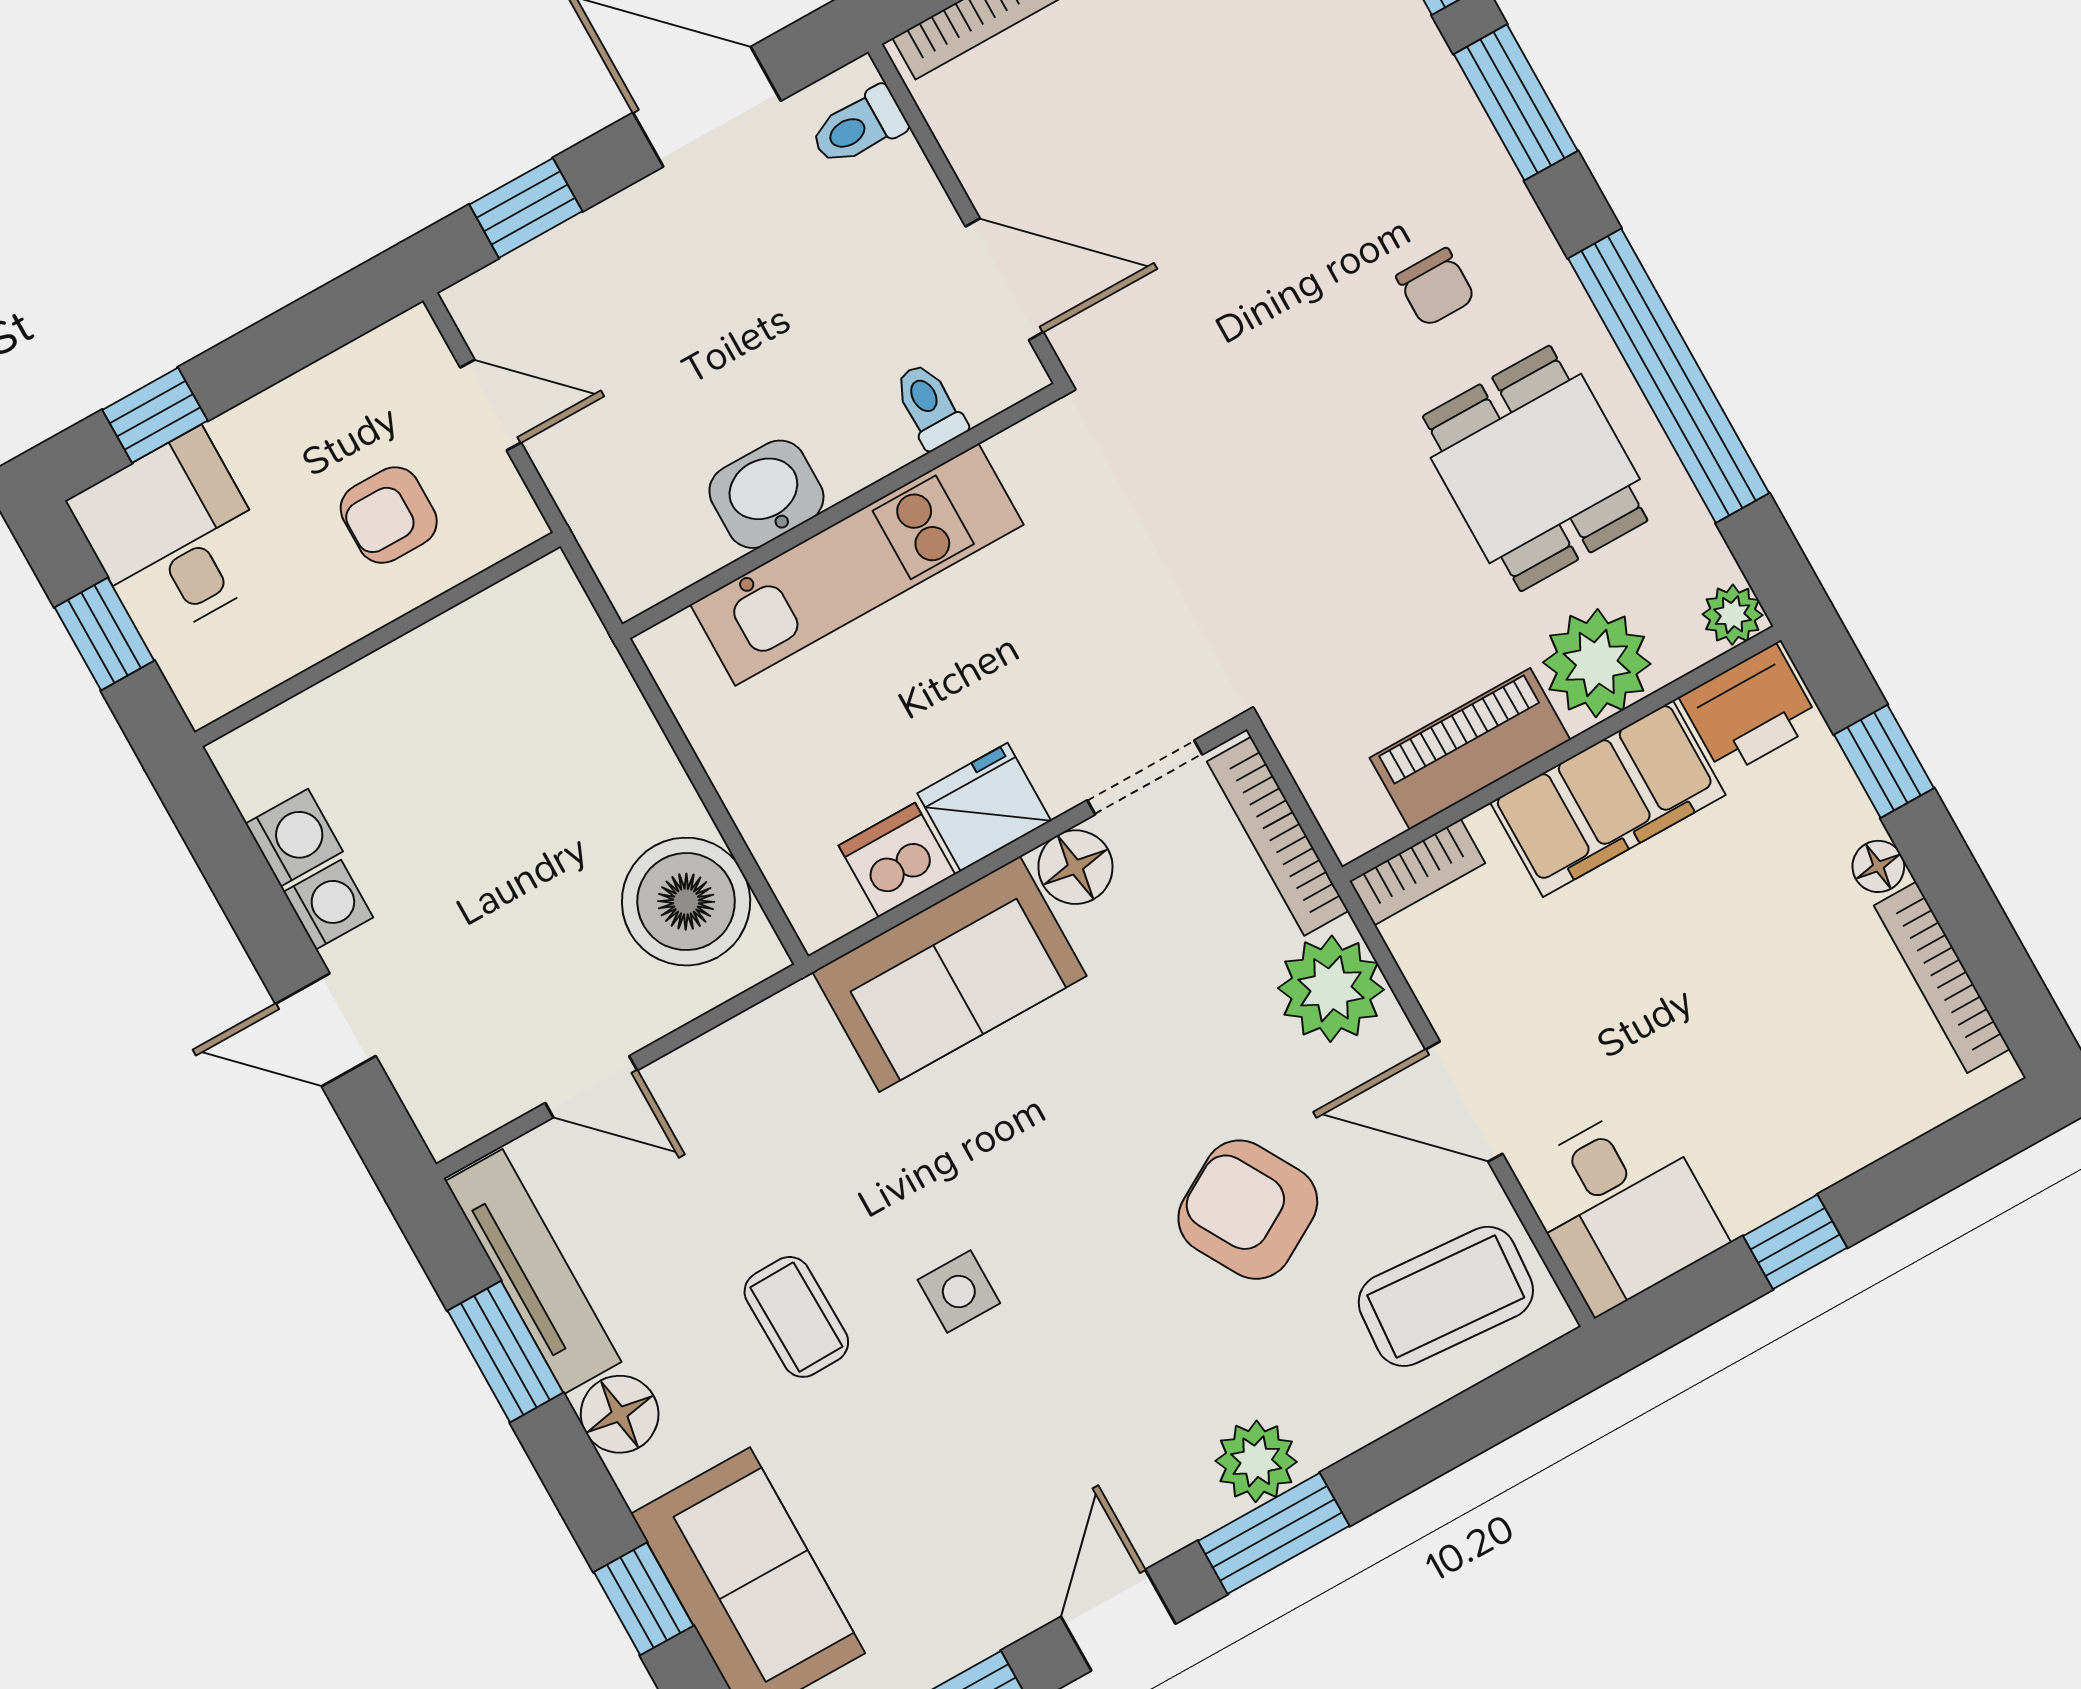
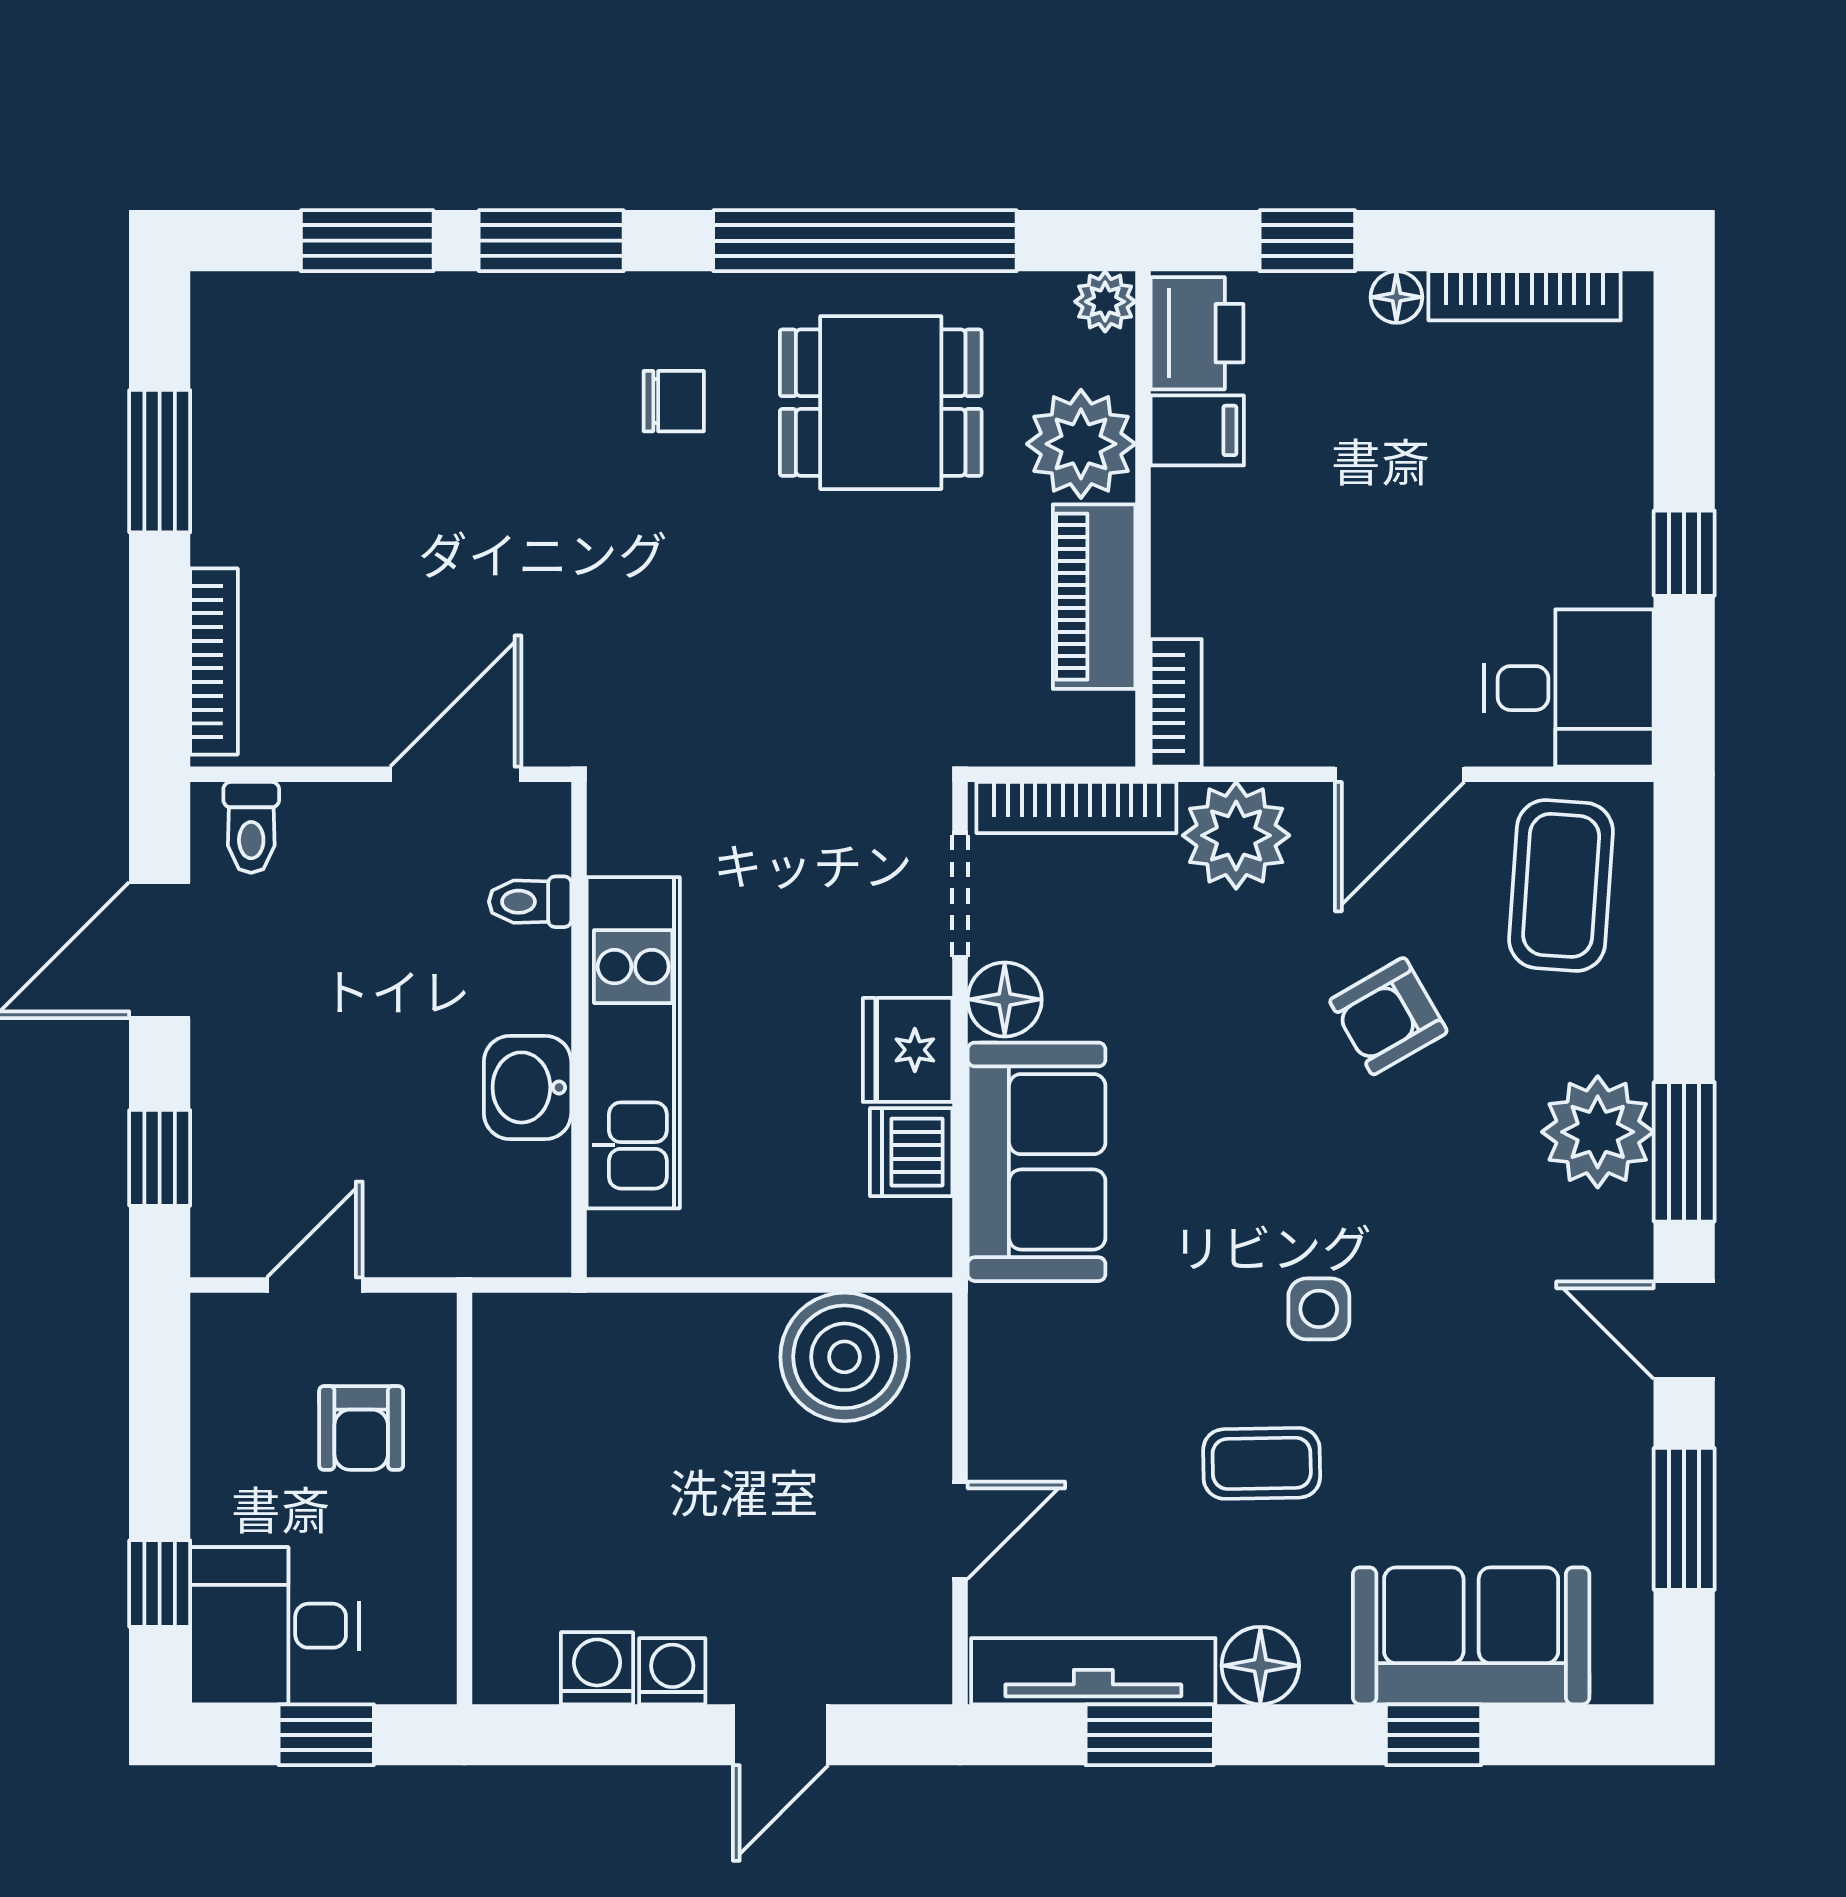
filing cabinet: (1608, 799) -> (1197, 430), width x0.33, depth x0.86
armchair: (1248, 1210) -> (1388, 1016), width x0.72, depth x0.72
plant: (1256, 1461) -> (1598, 1132), width x1.36, depth x1.36

